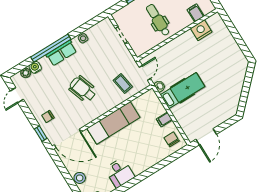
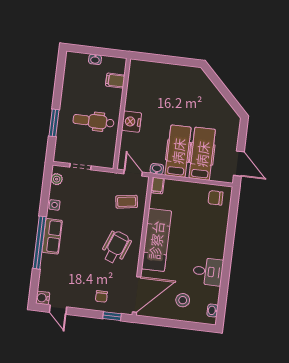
nightstand: (201, 30) -> (132, 122), moved
water cooler: (35, 67) -> (43, 298), moved
plant: (26, 73) -> (57, 179), moved
wheelchair: (83, 89) -> (116, 247), moved, turned 130
hospital bed: (193, 108) -> (202, 154), added
filing cabinet: (164, 119) -> (157, 186), moved
stool: (80, 178) -> (183, 300), moved

